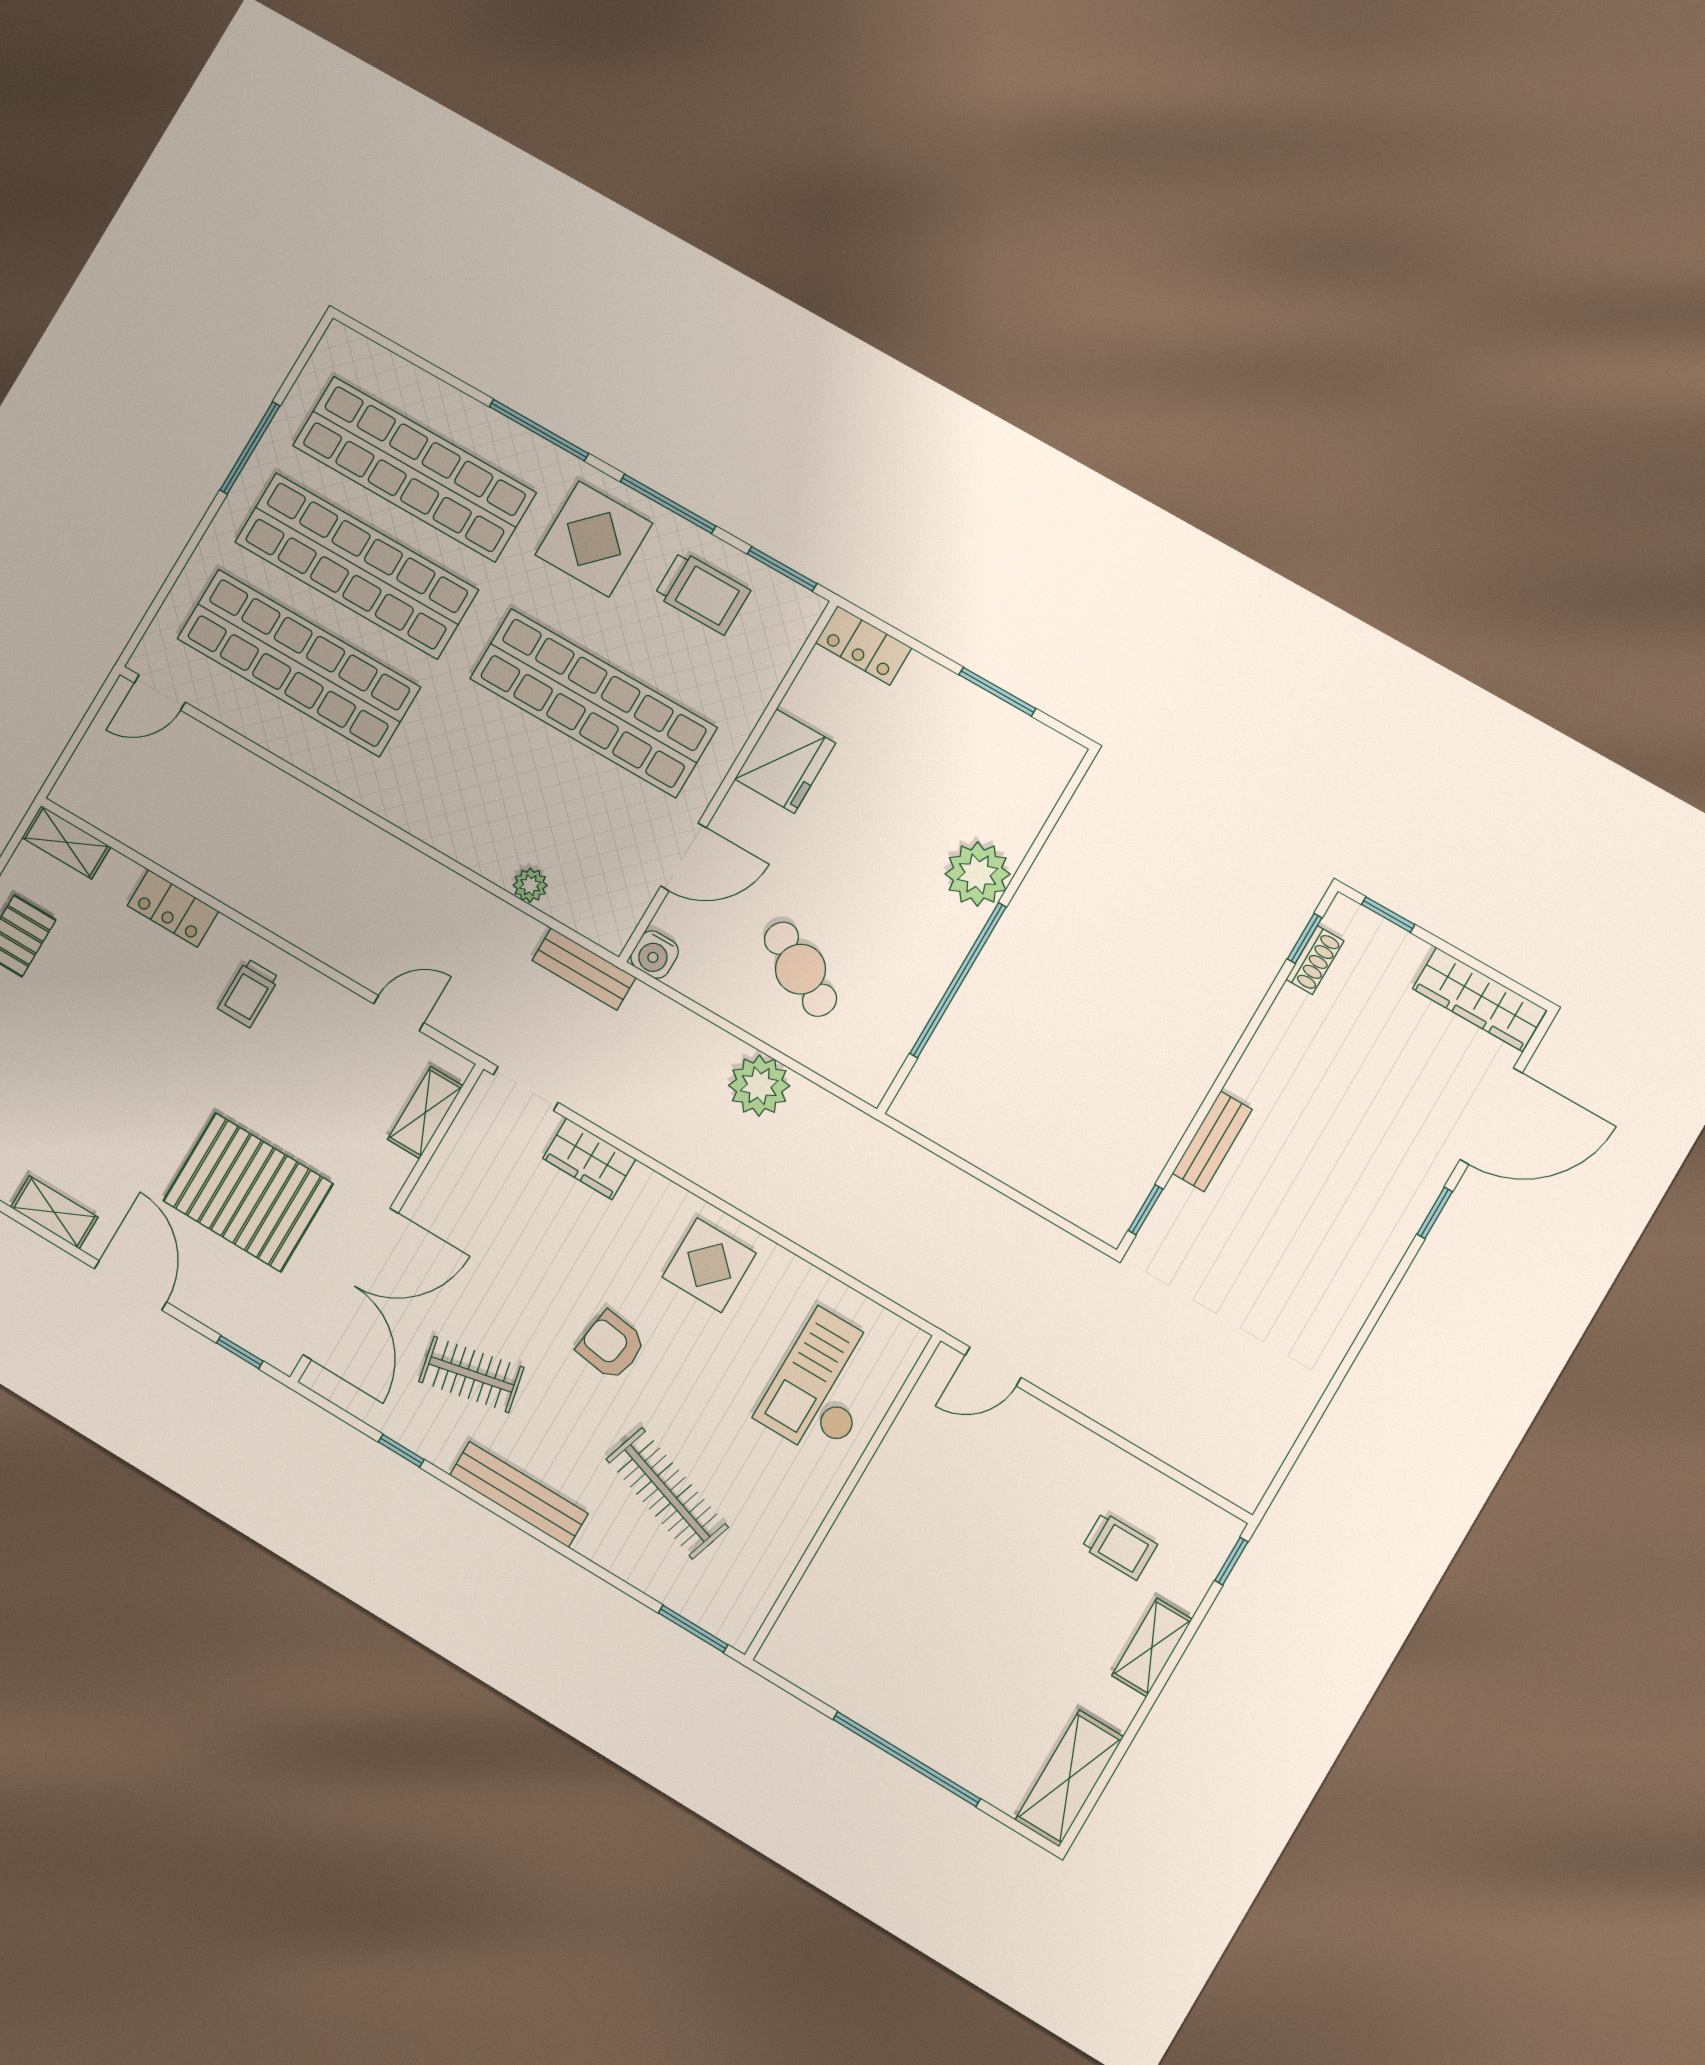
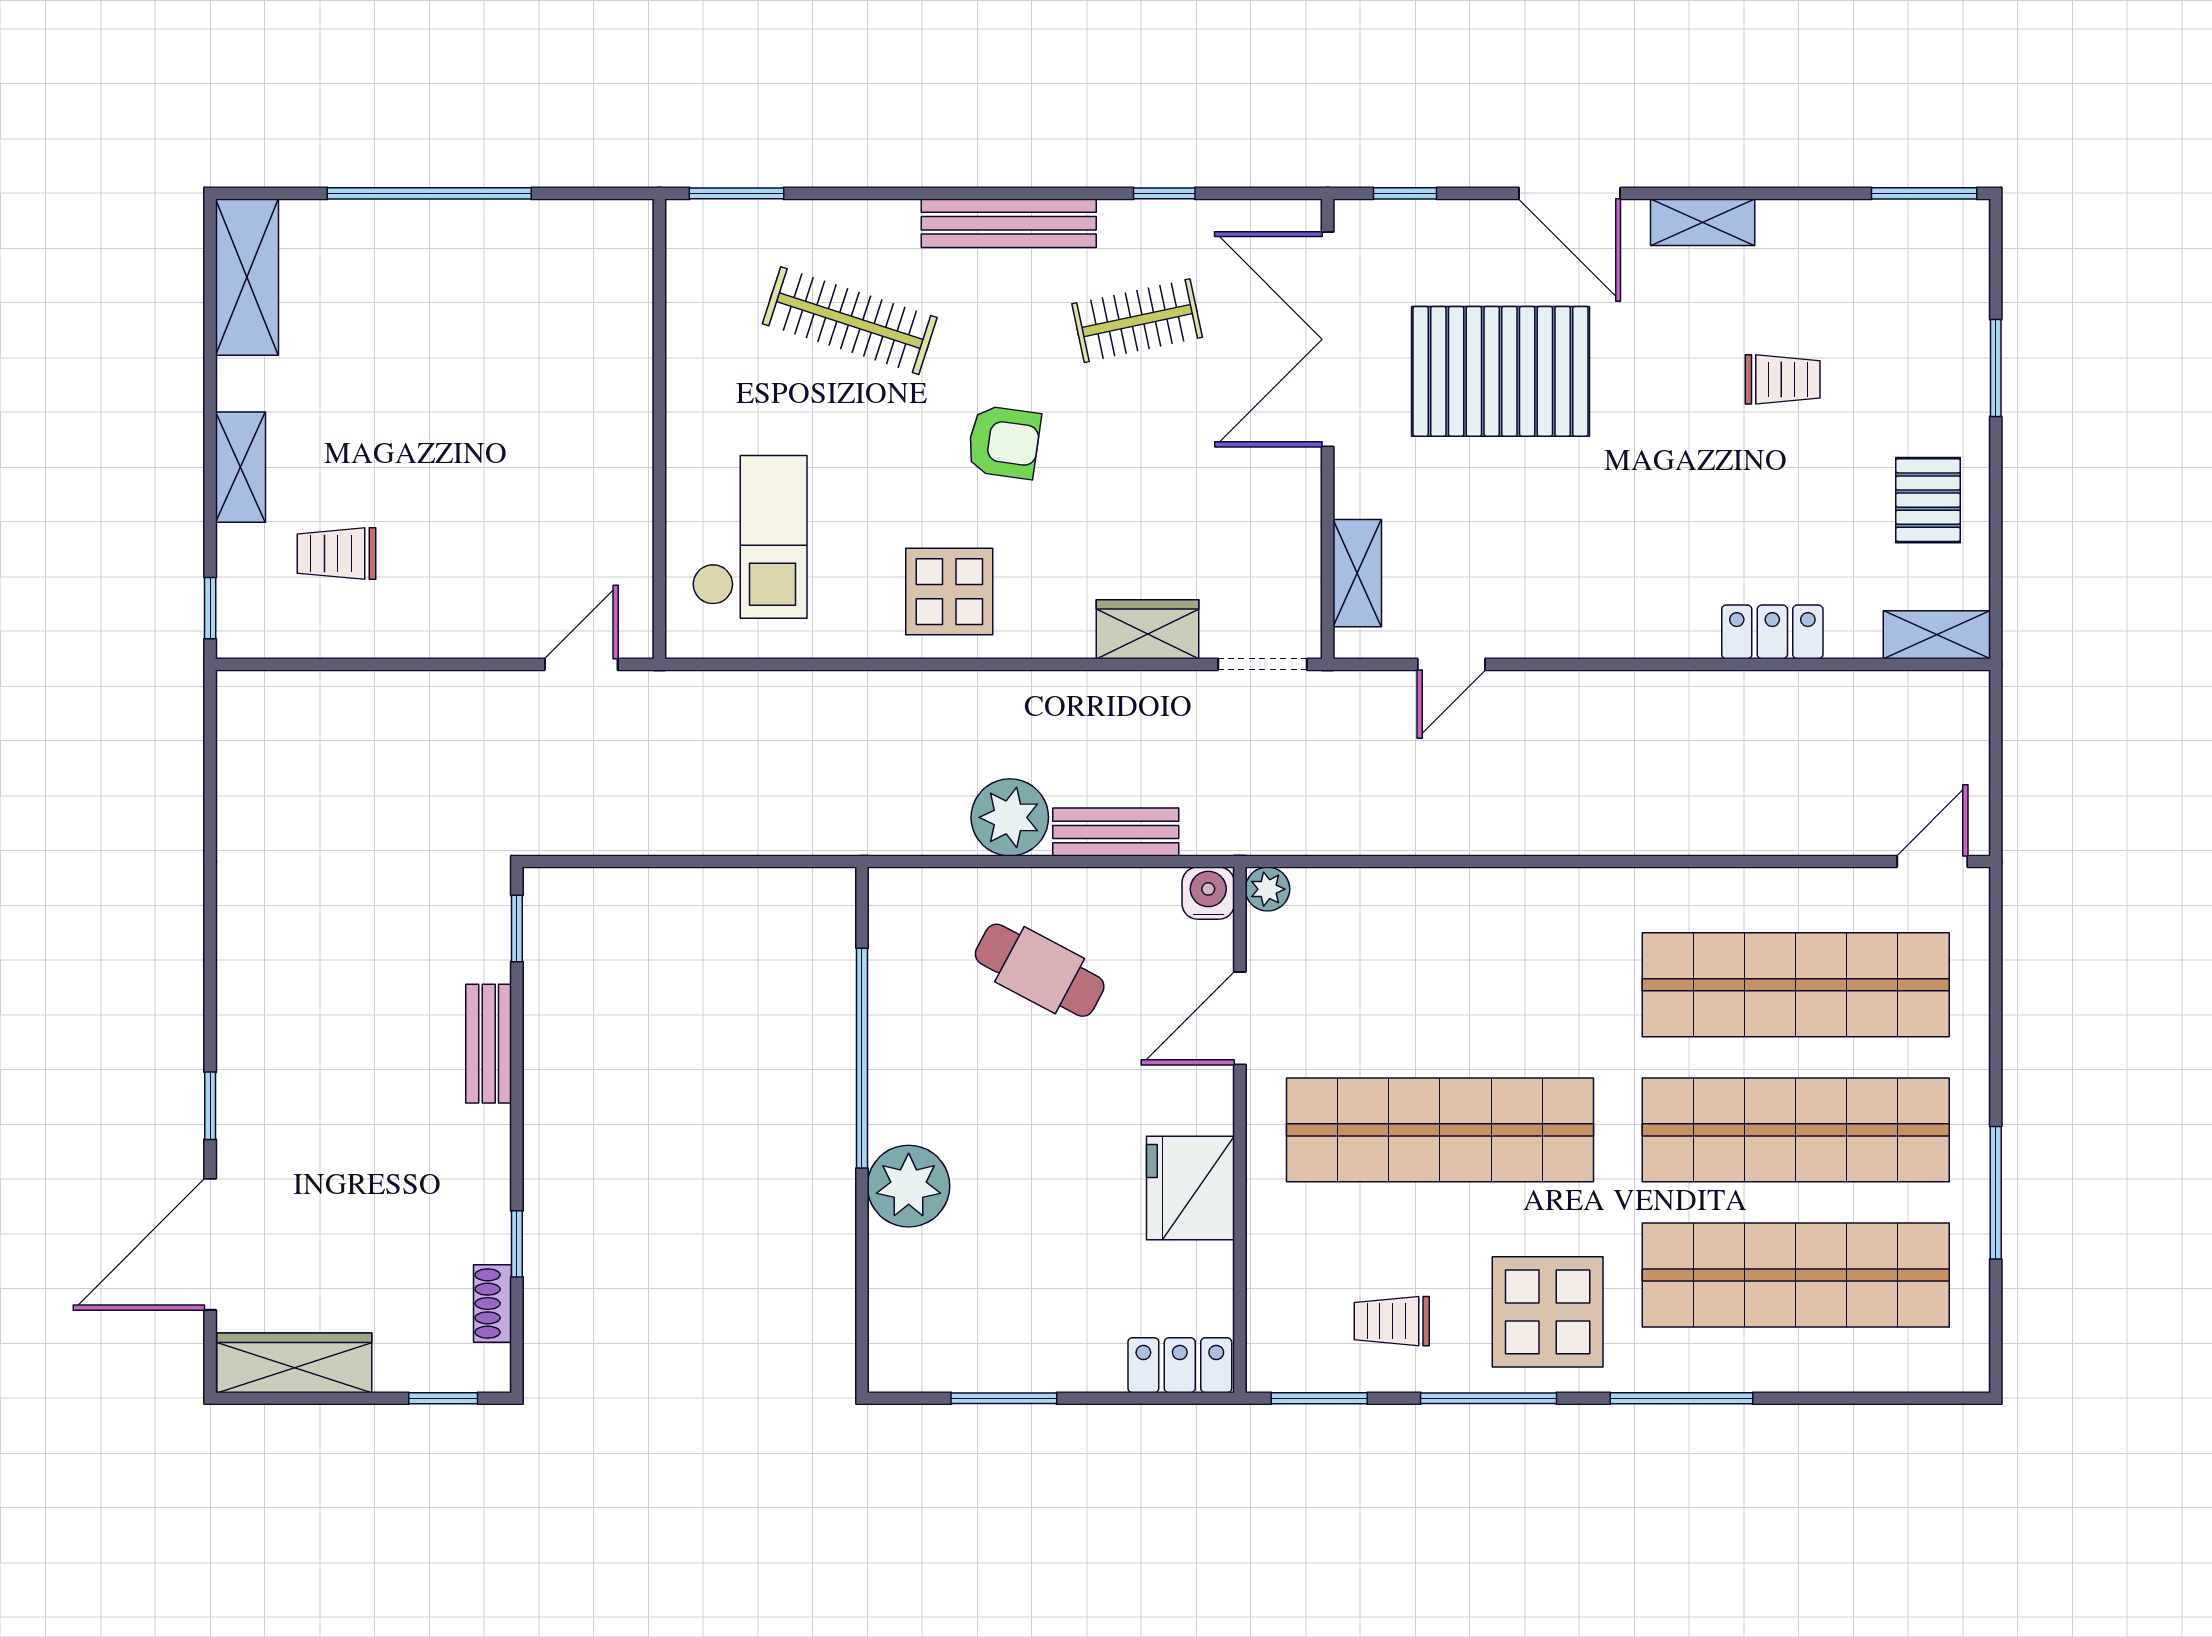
trolley: (702, 593) -> (1392, 1321), width x0.73, depth x0.72
plant: (530, 885) -> (1267, 889), moved
window: (1305, 938) -> (517, 1244), moved
bench: (584, 969) -> (1116, 832), moved
trolley: (248, 993) -> (1783, 379), moved, turned 90

